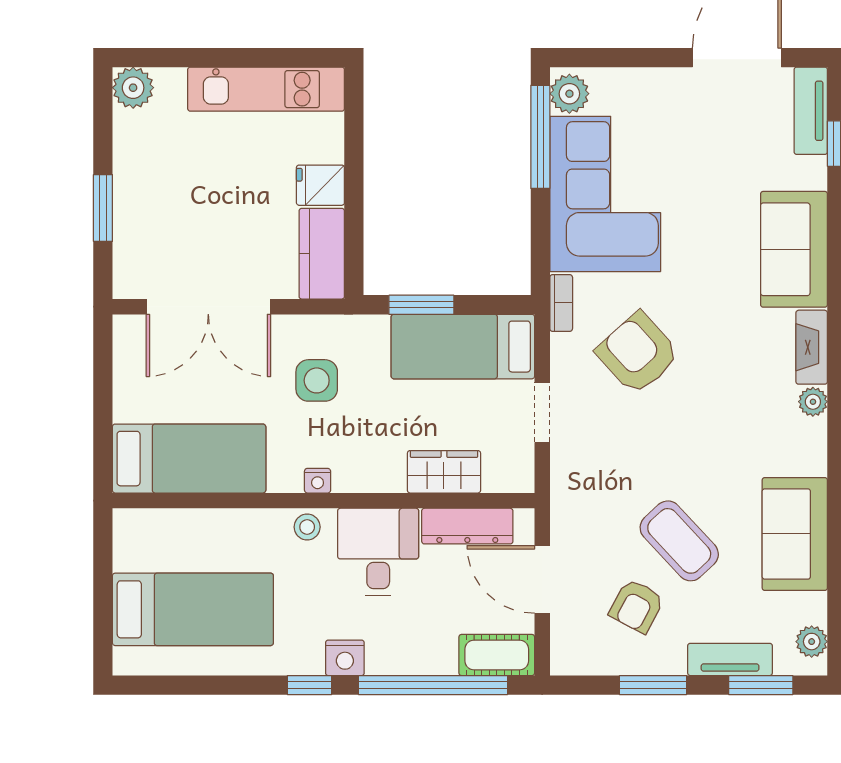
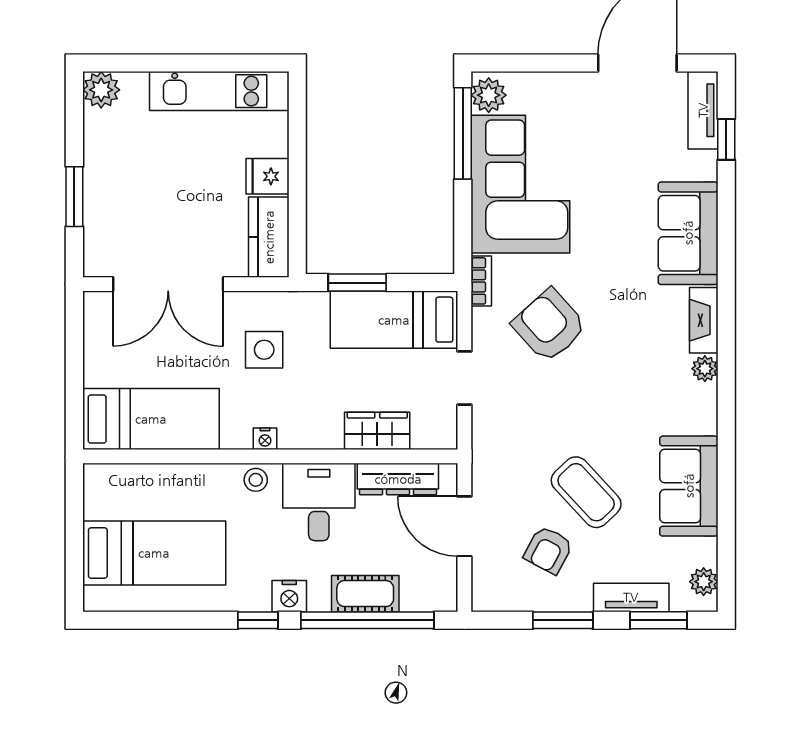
cot: (497, 655) -> (365, 594), moved

